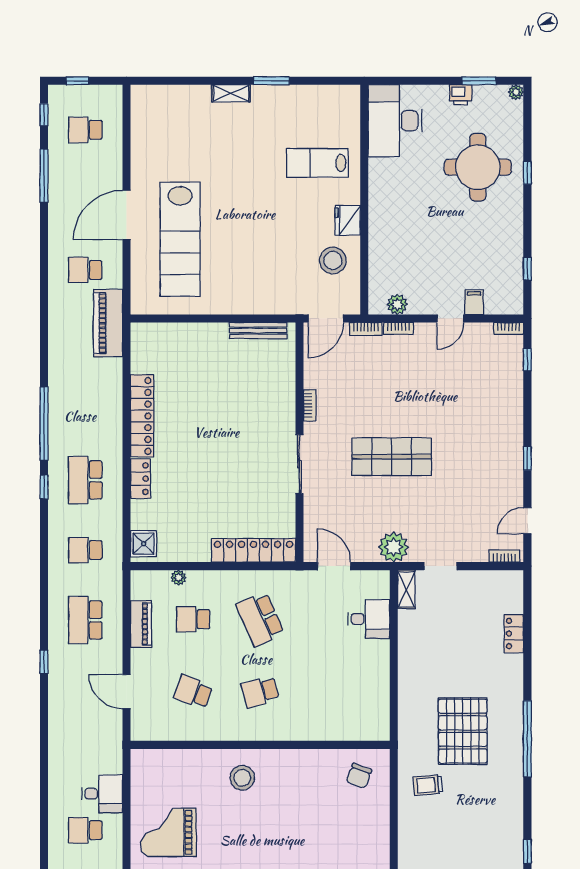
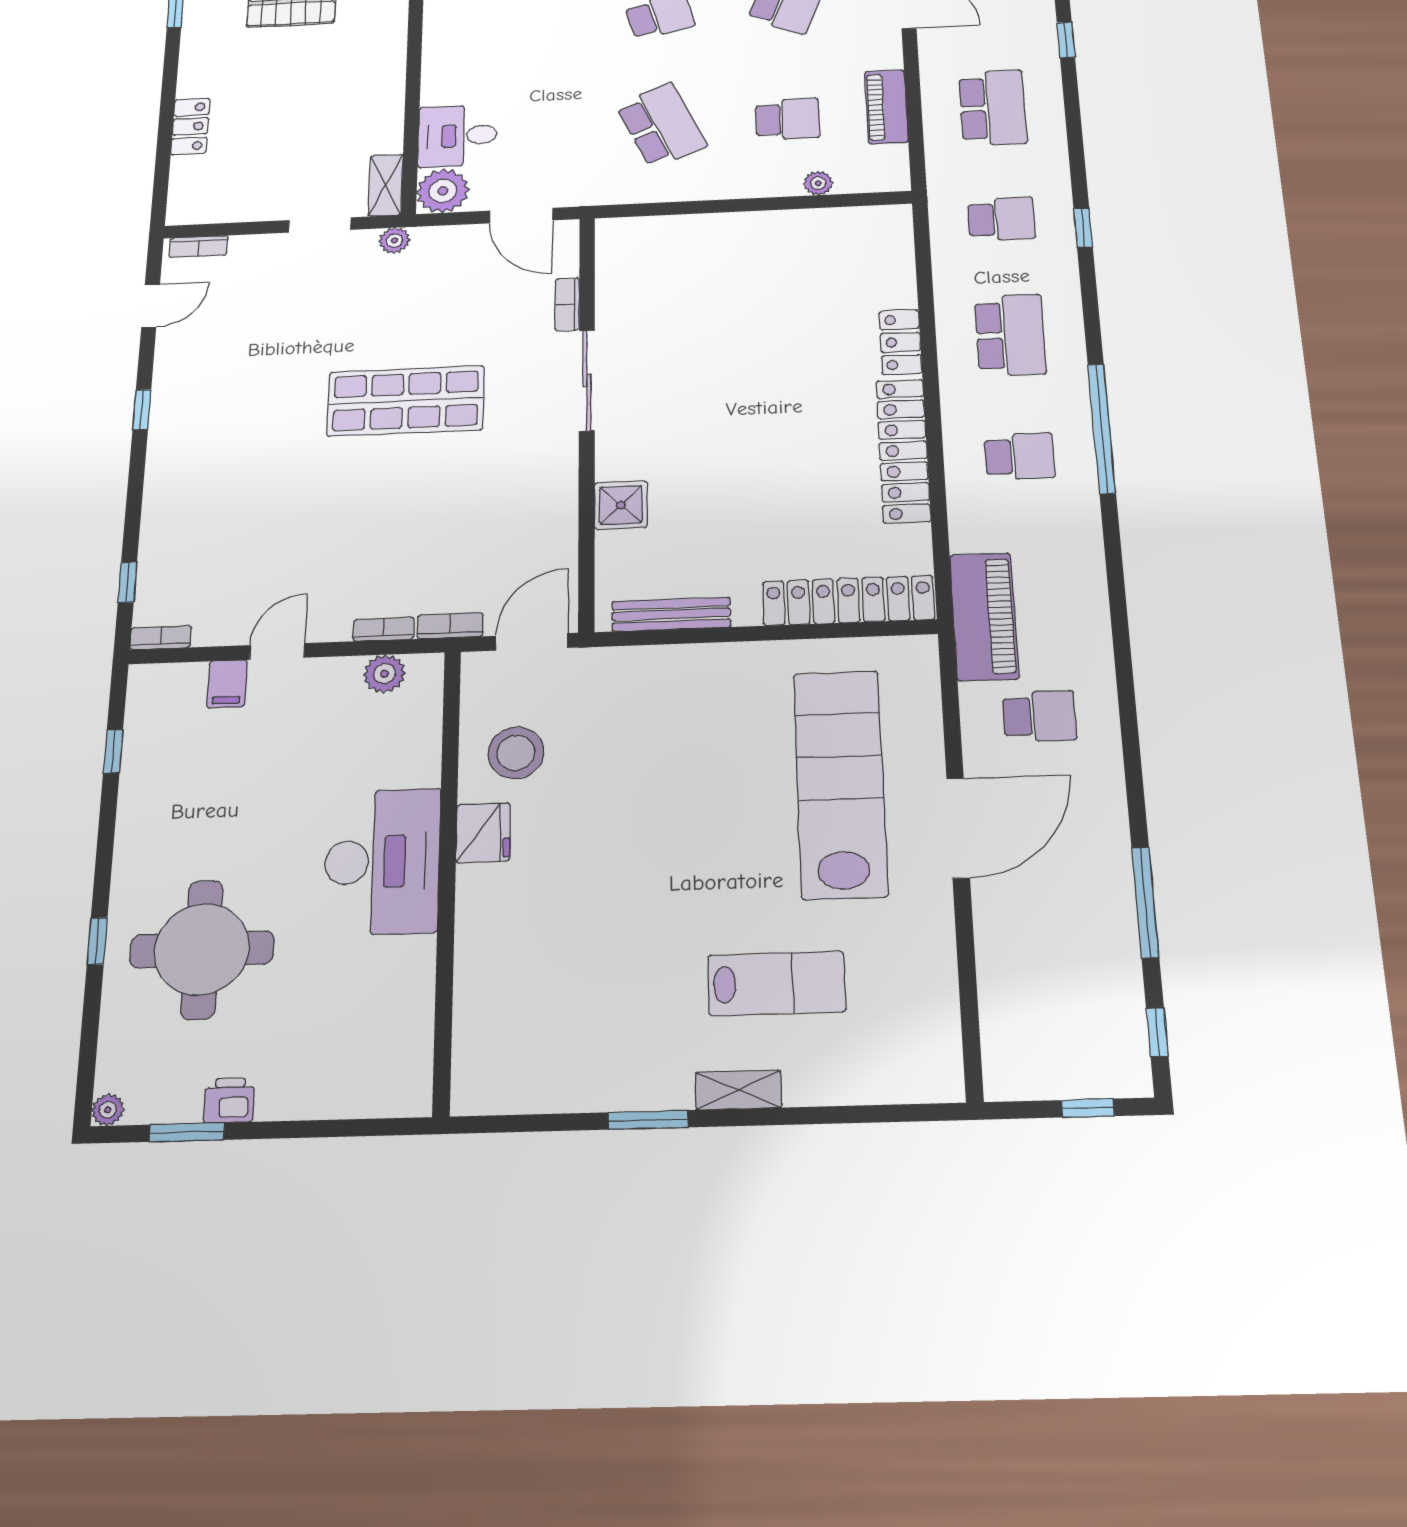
desk: (395, 121) -> (382, 861), moved
school desk: (85, 130) -> (1020, 456), moved
lab bench: (317, 163) -> (776, 983), moved
bookcase: (310, 405) -> (567, 304), moved
window: (44, 487) -> (1083, 228), moved
shower: (144, 544) -> (621, 505), moved
plant: (394, 547) -> (394, 241), width x0.53, depth x0.53
locker: (254, 550) -> (848, 600), moved, turned 180
plant: (376, 584) -> (443, 191), added

